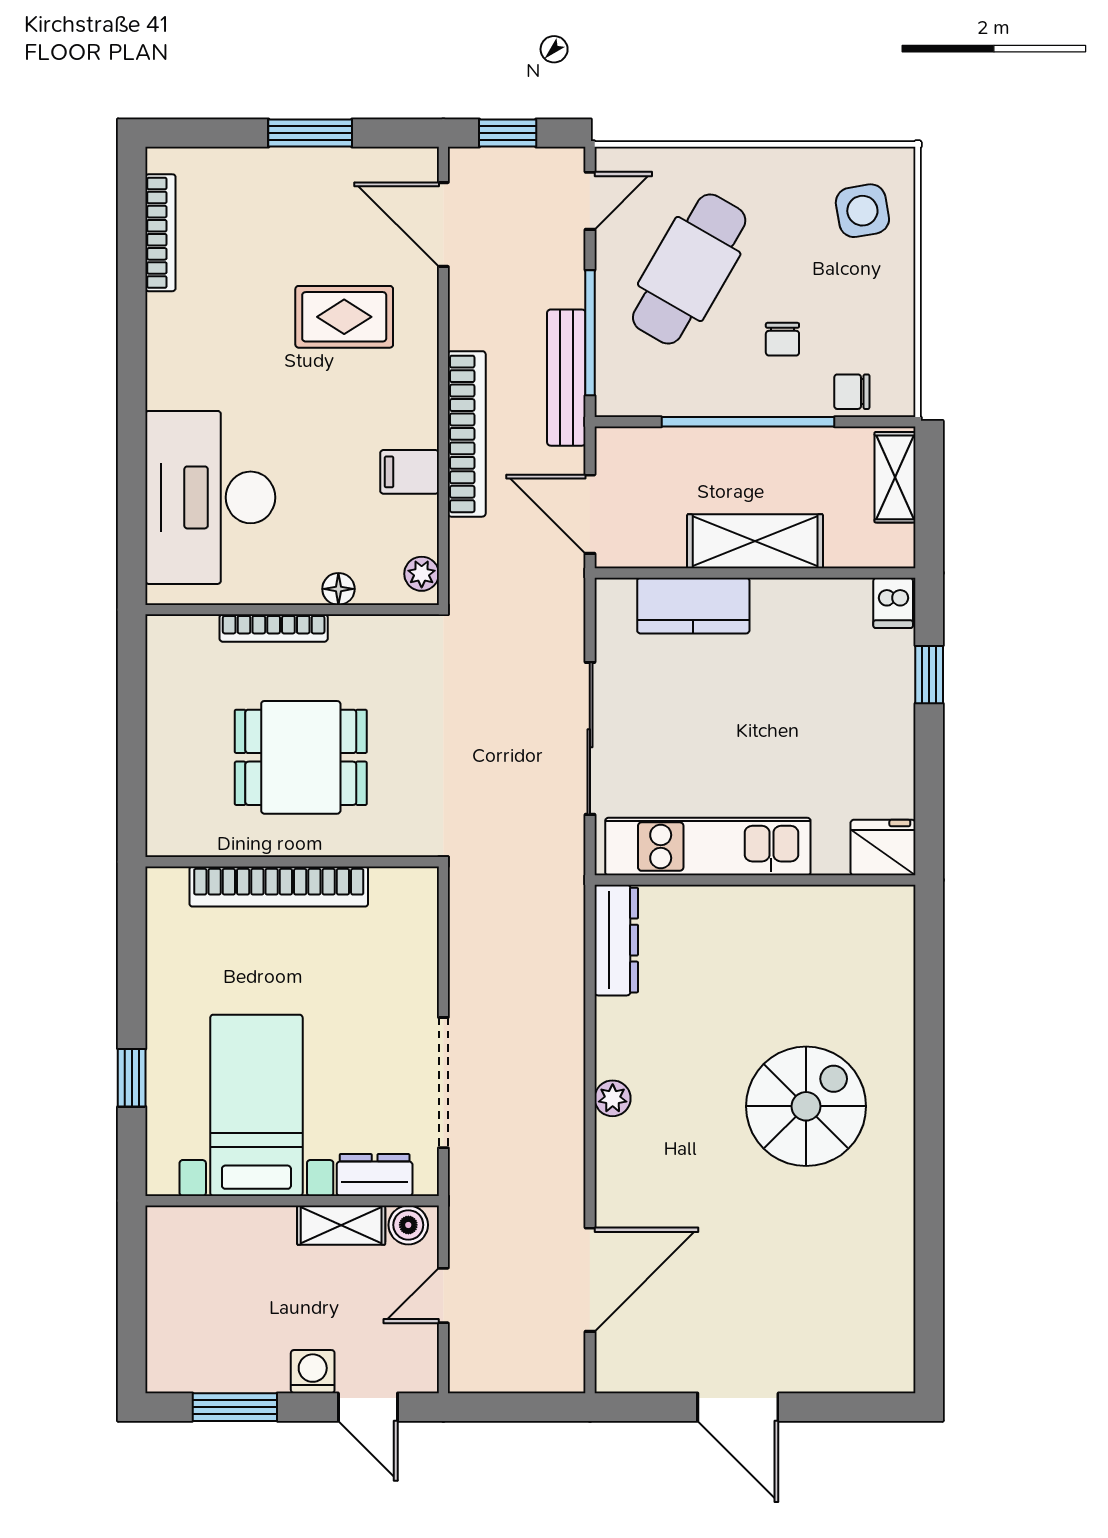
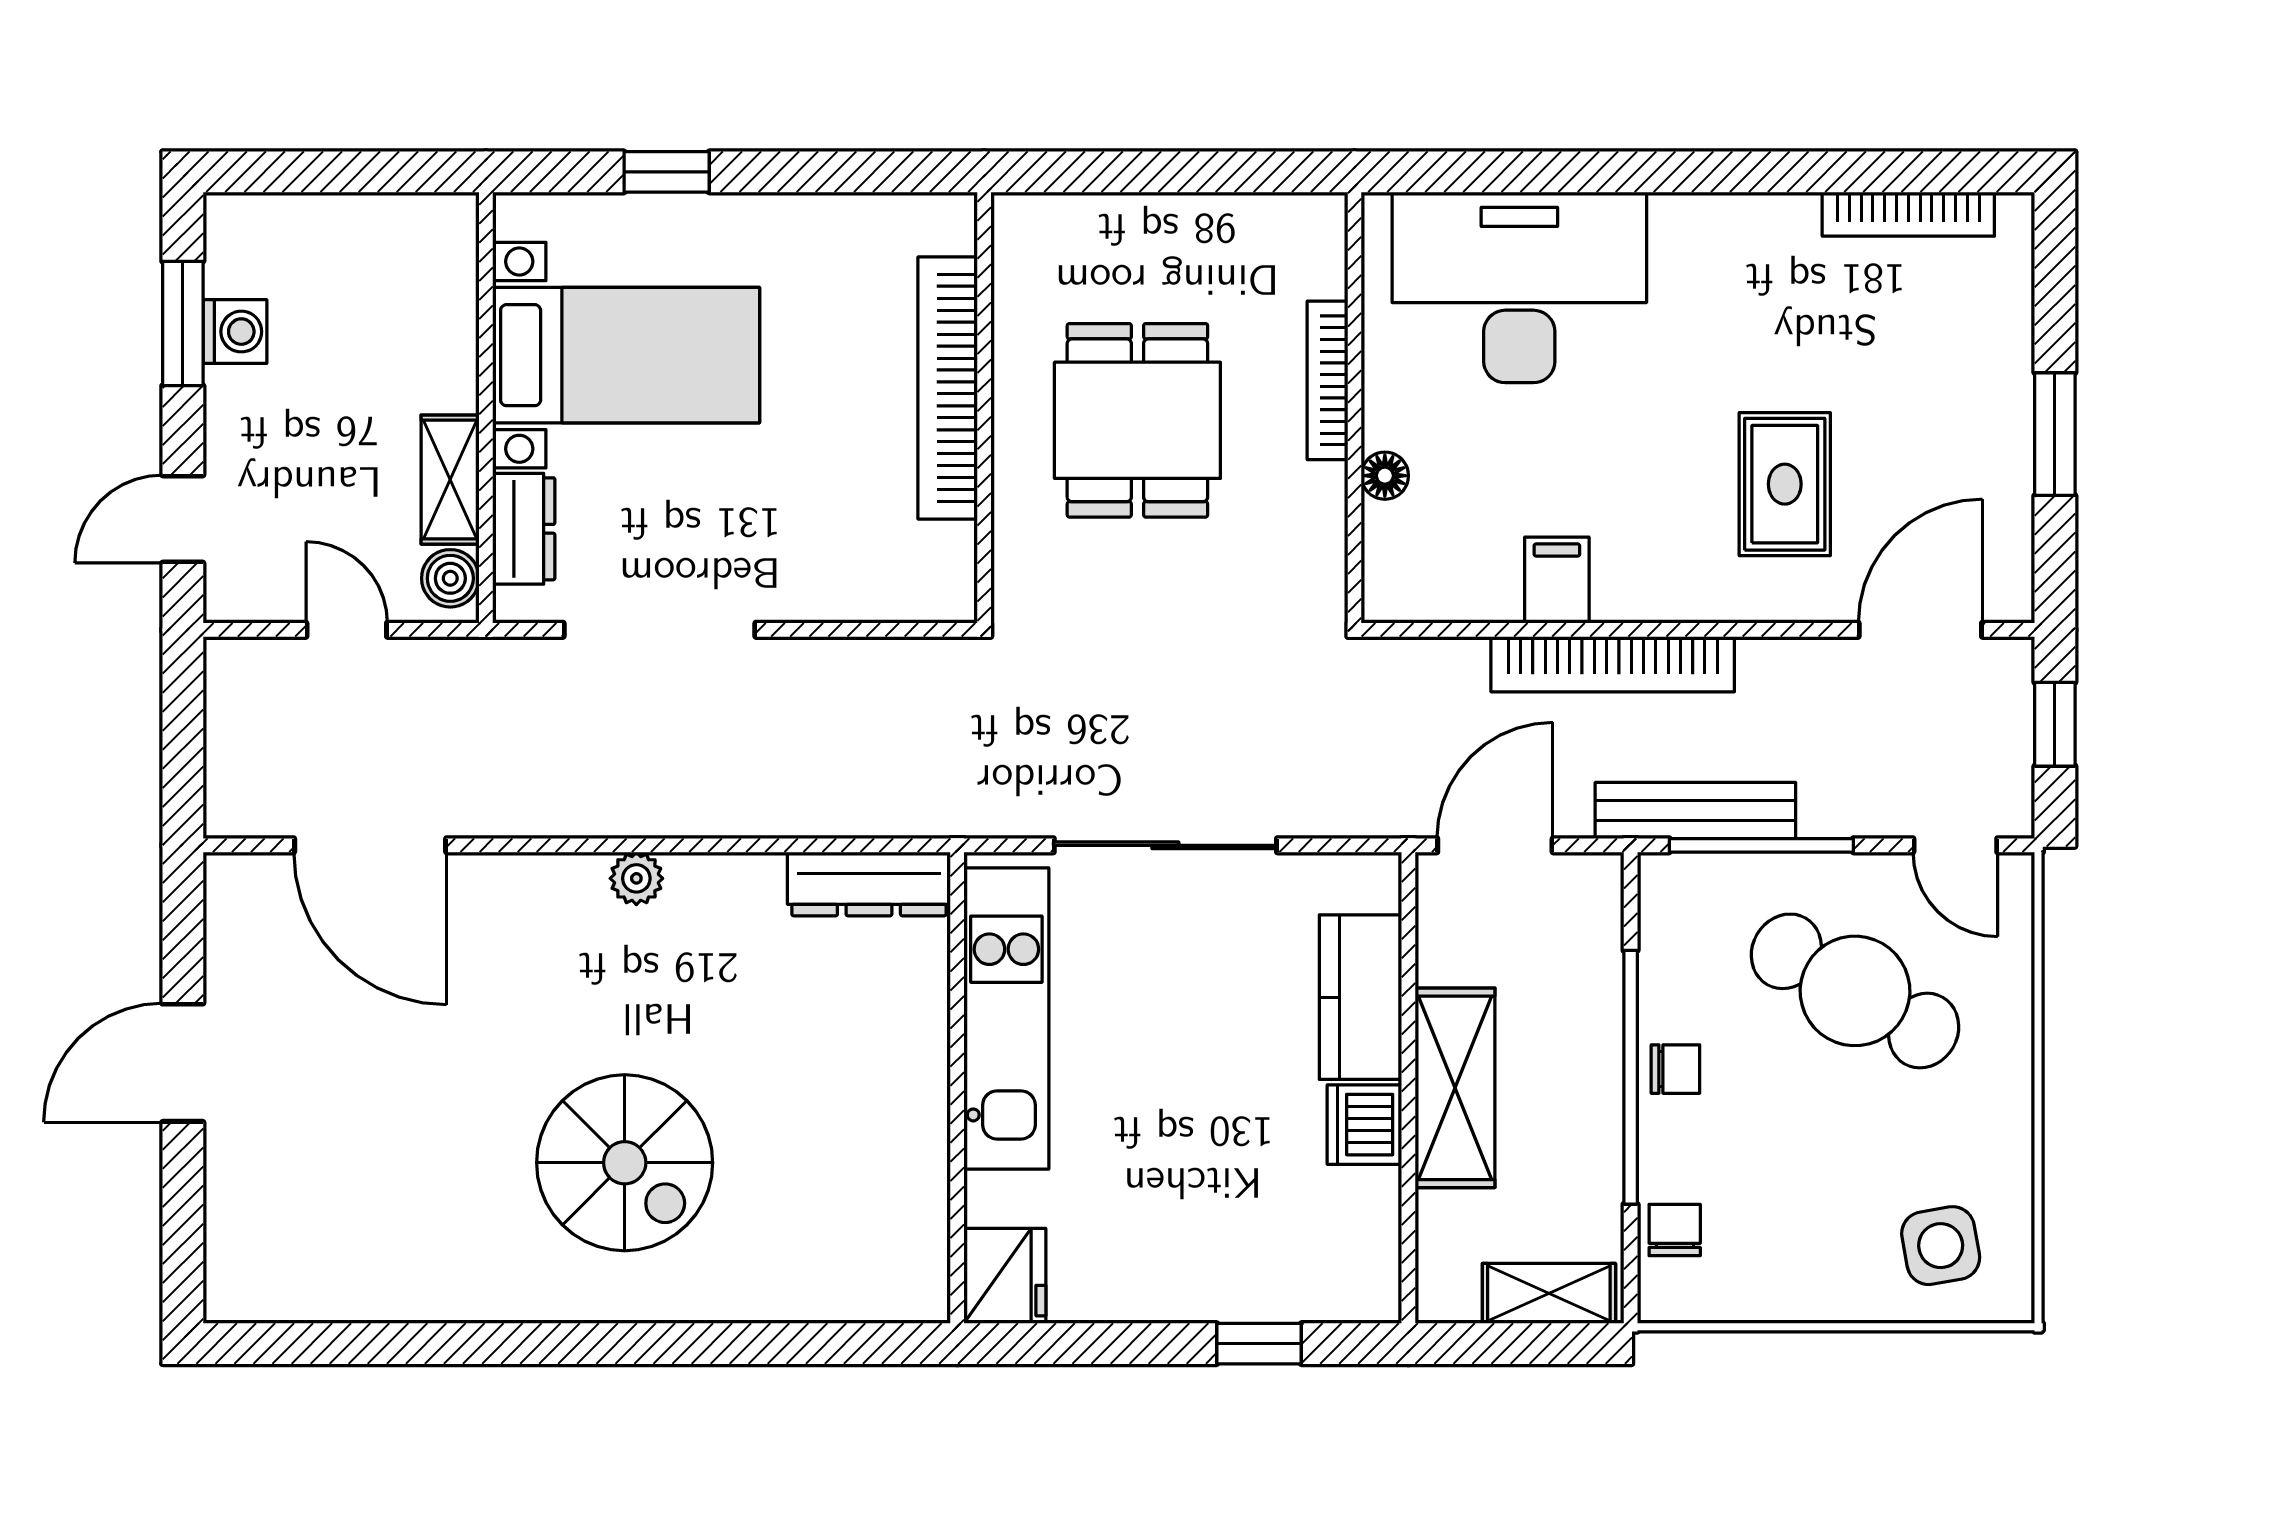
chair: (782, 339) -> (1675, 1069), moved, turned 180
plant: (422, 574) -> (1407, 598), removed
dishwasher: (893, 603) -> (1364, 1125), moved, width x1.38
washing machine: (313, 1372) -> (235, 332), moved

